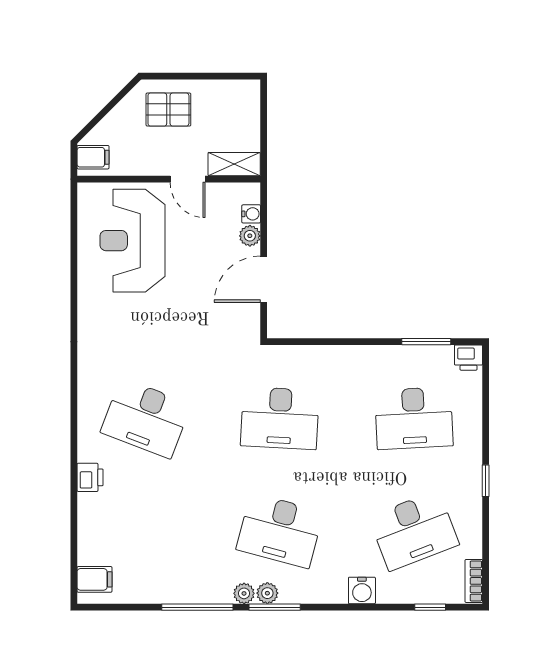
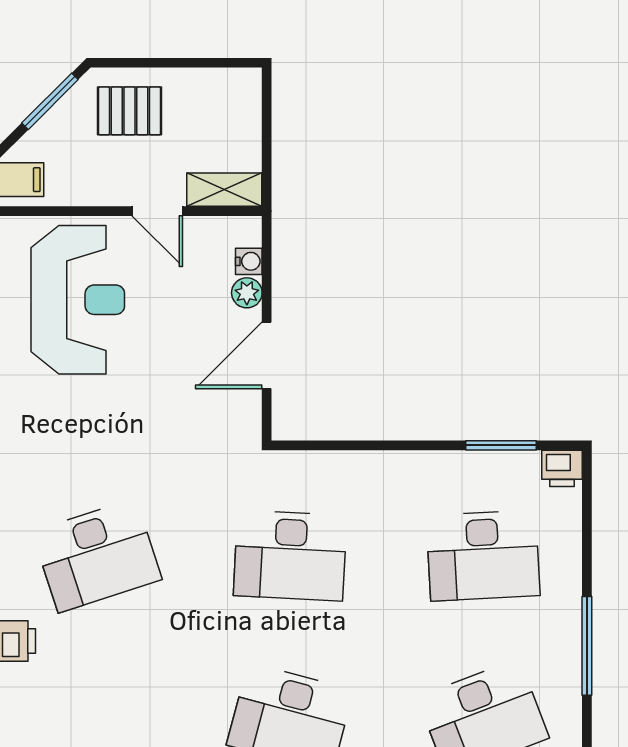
window: (113, 103) -> (50, 101), added
reception desk: (132, 241) -> (78, 300), turned 180
desk: (146, 418) -> (97, 556), turned -39
window: (486, 481) -> (587, 646), width x2.17

